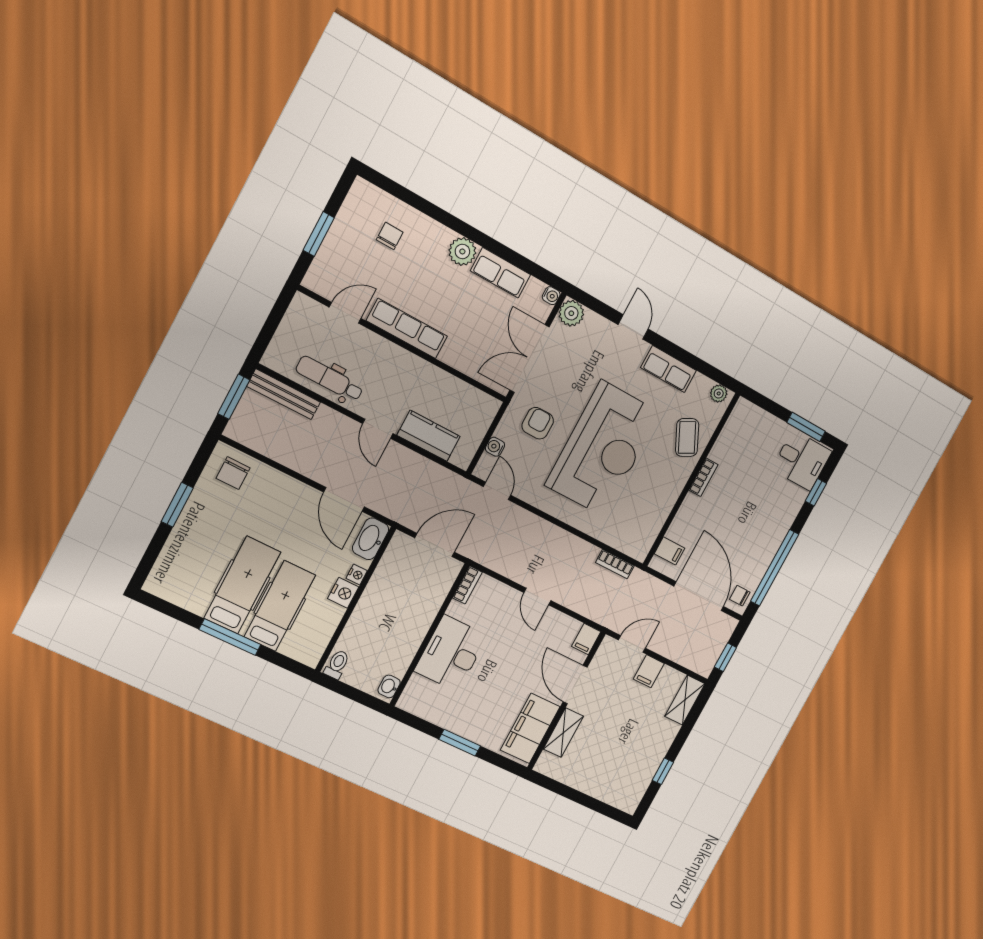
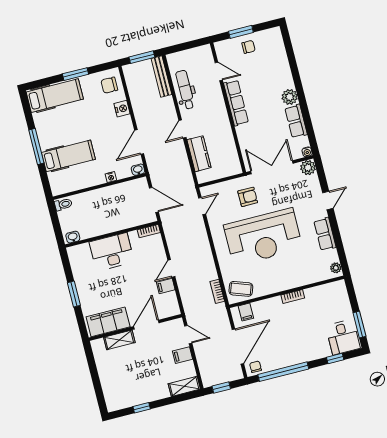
chair: (390, 236) -> (249, 47), moved
coffee table: (687, 437) -> (241, 289), moved, turned 47
water cooler: (495, 447) -> (220, 187), removed
washbasin: (371, 539) -> (138, 170), width x0.52, depth x0.69
hospital bed: (242, 585) -> (55, 96), moved
nightstand: (343, 593) -> (122, 109), moved, turned -90
filing cabinet: (586, 639) -> (166, 286), moved

